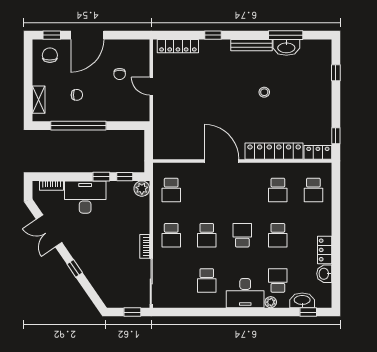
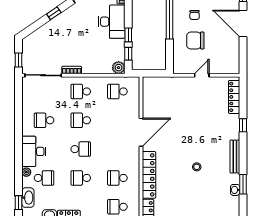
window: (286, 35) -> (243, 184), width x0.69
washbasin: (286, 47) -> (235, 190), width x0.52, depth x0.69
chair: (120, 74) -> (195, 40), moved, width x1.87, depth x1.87

